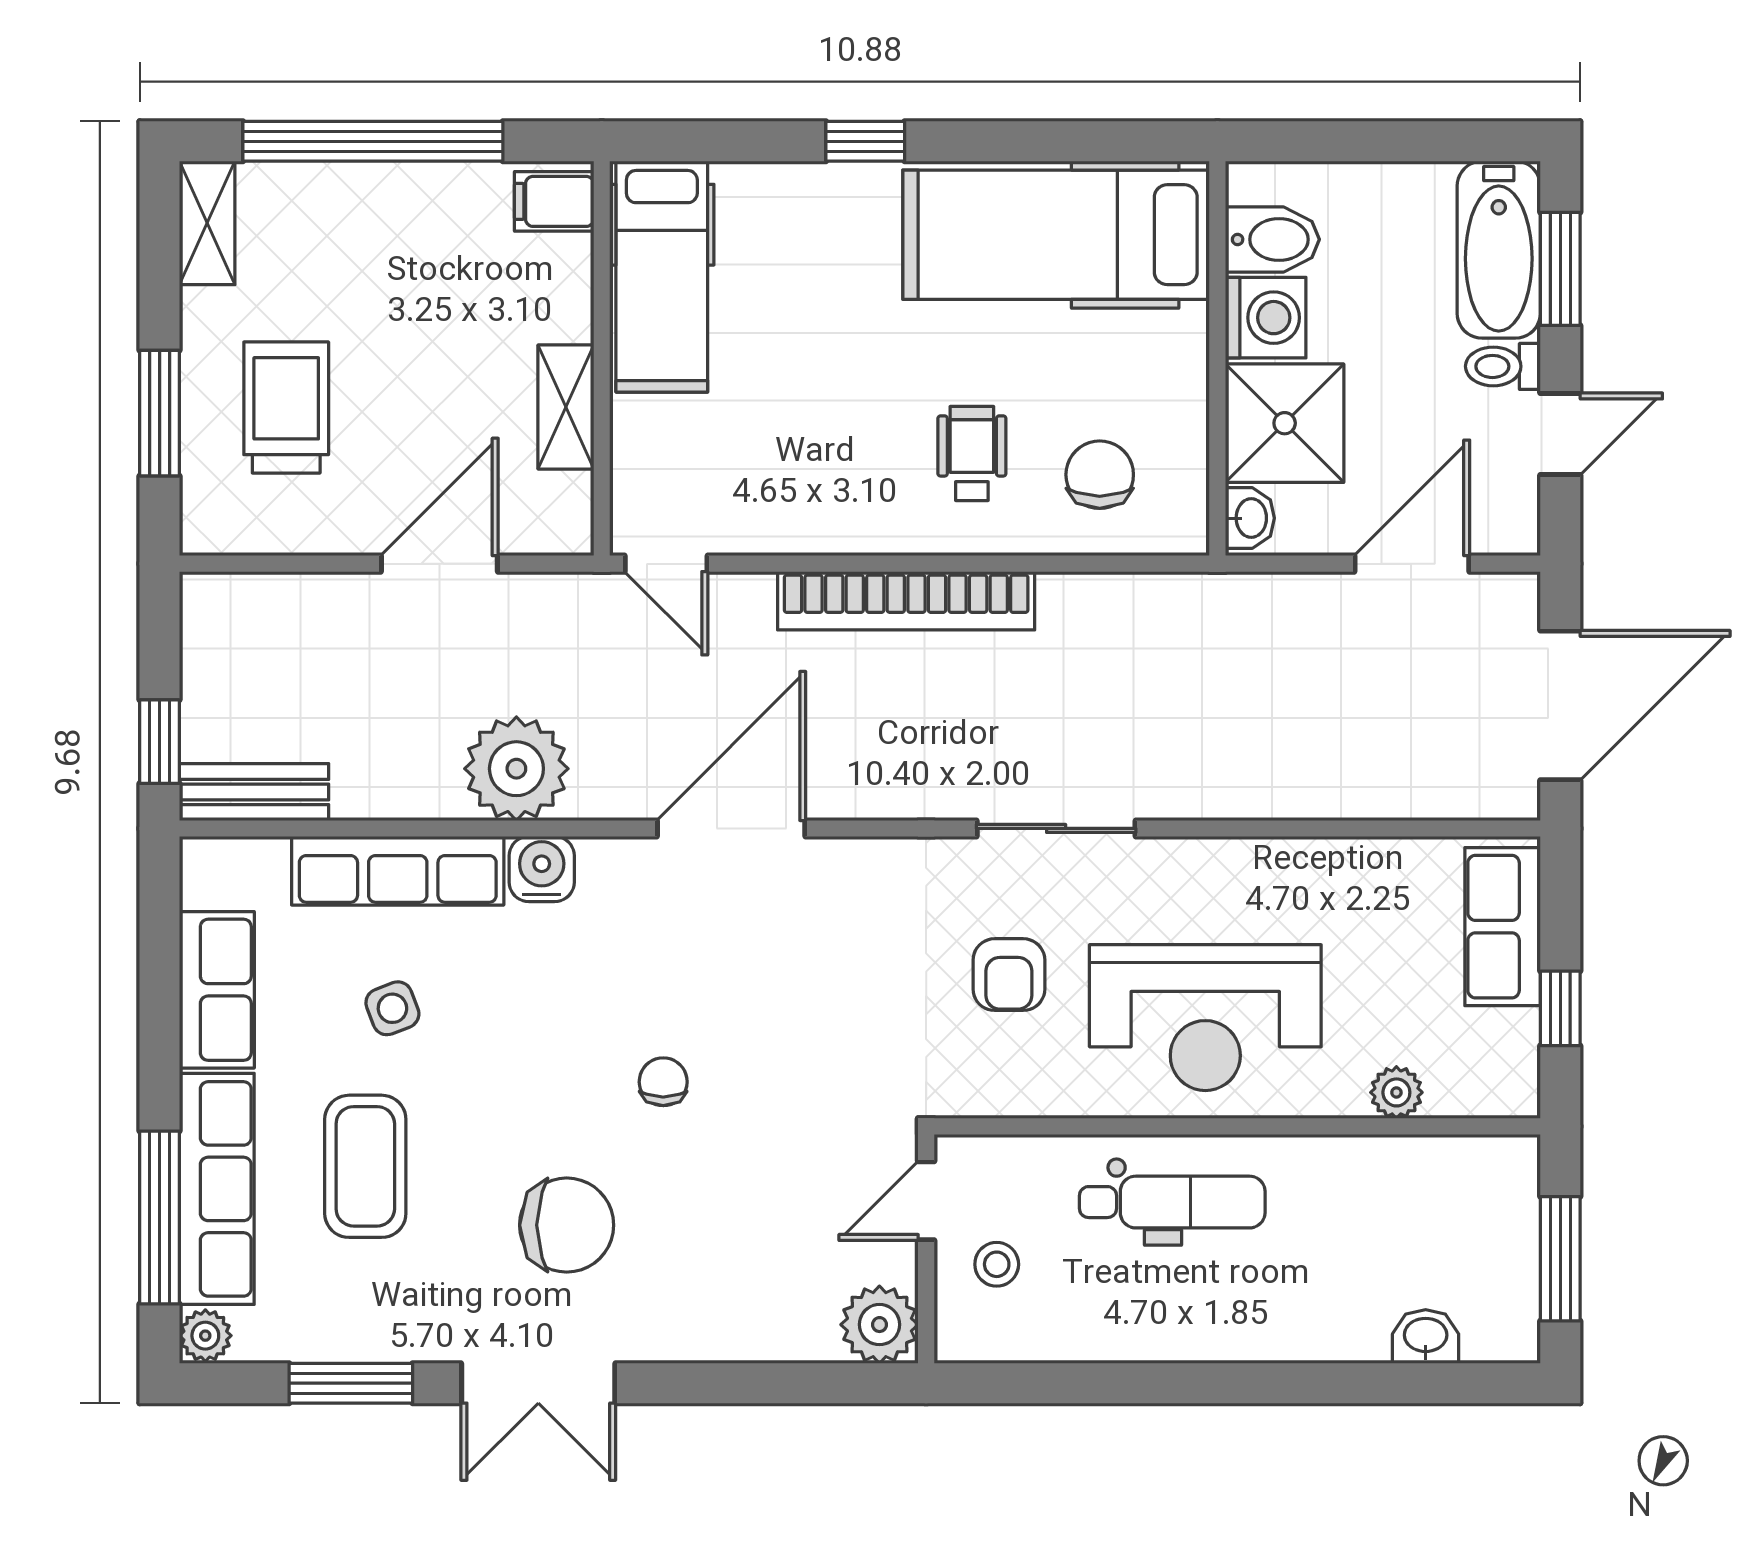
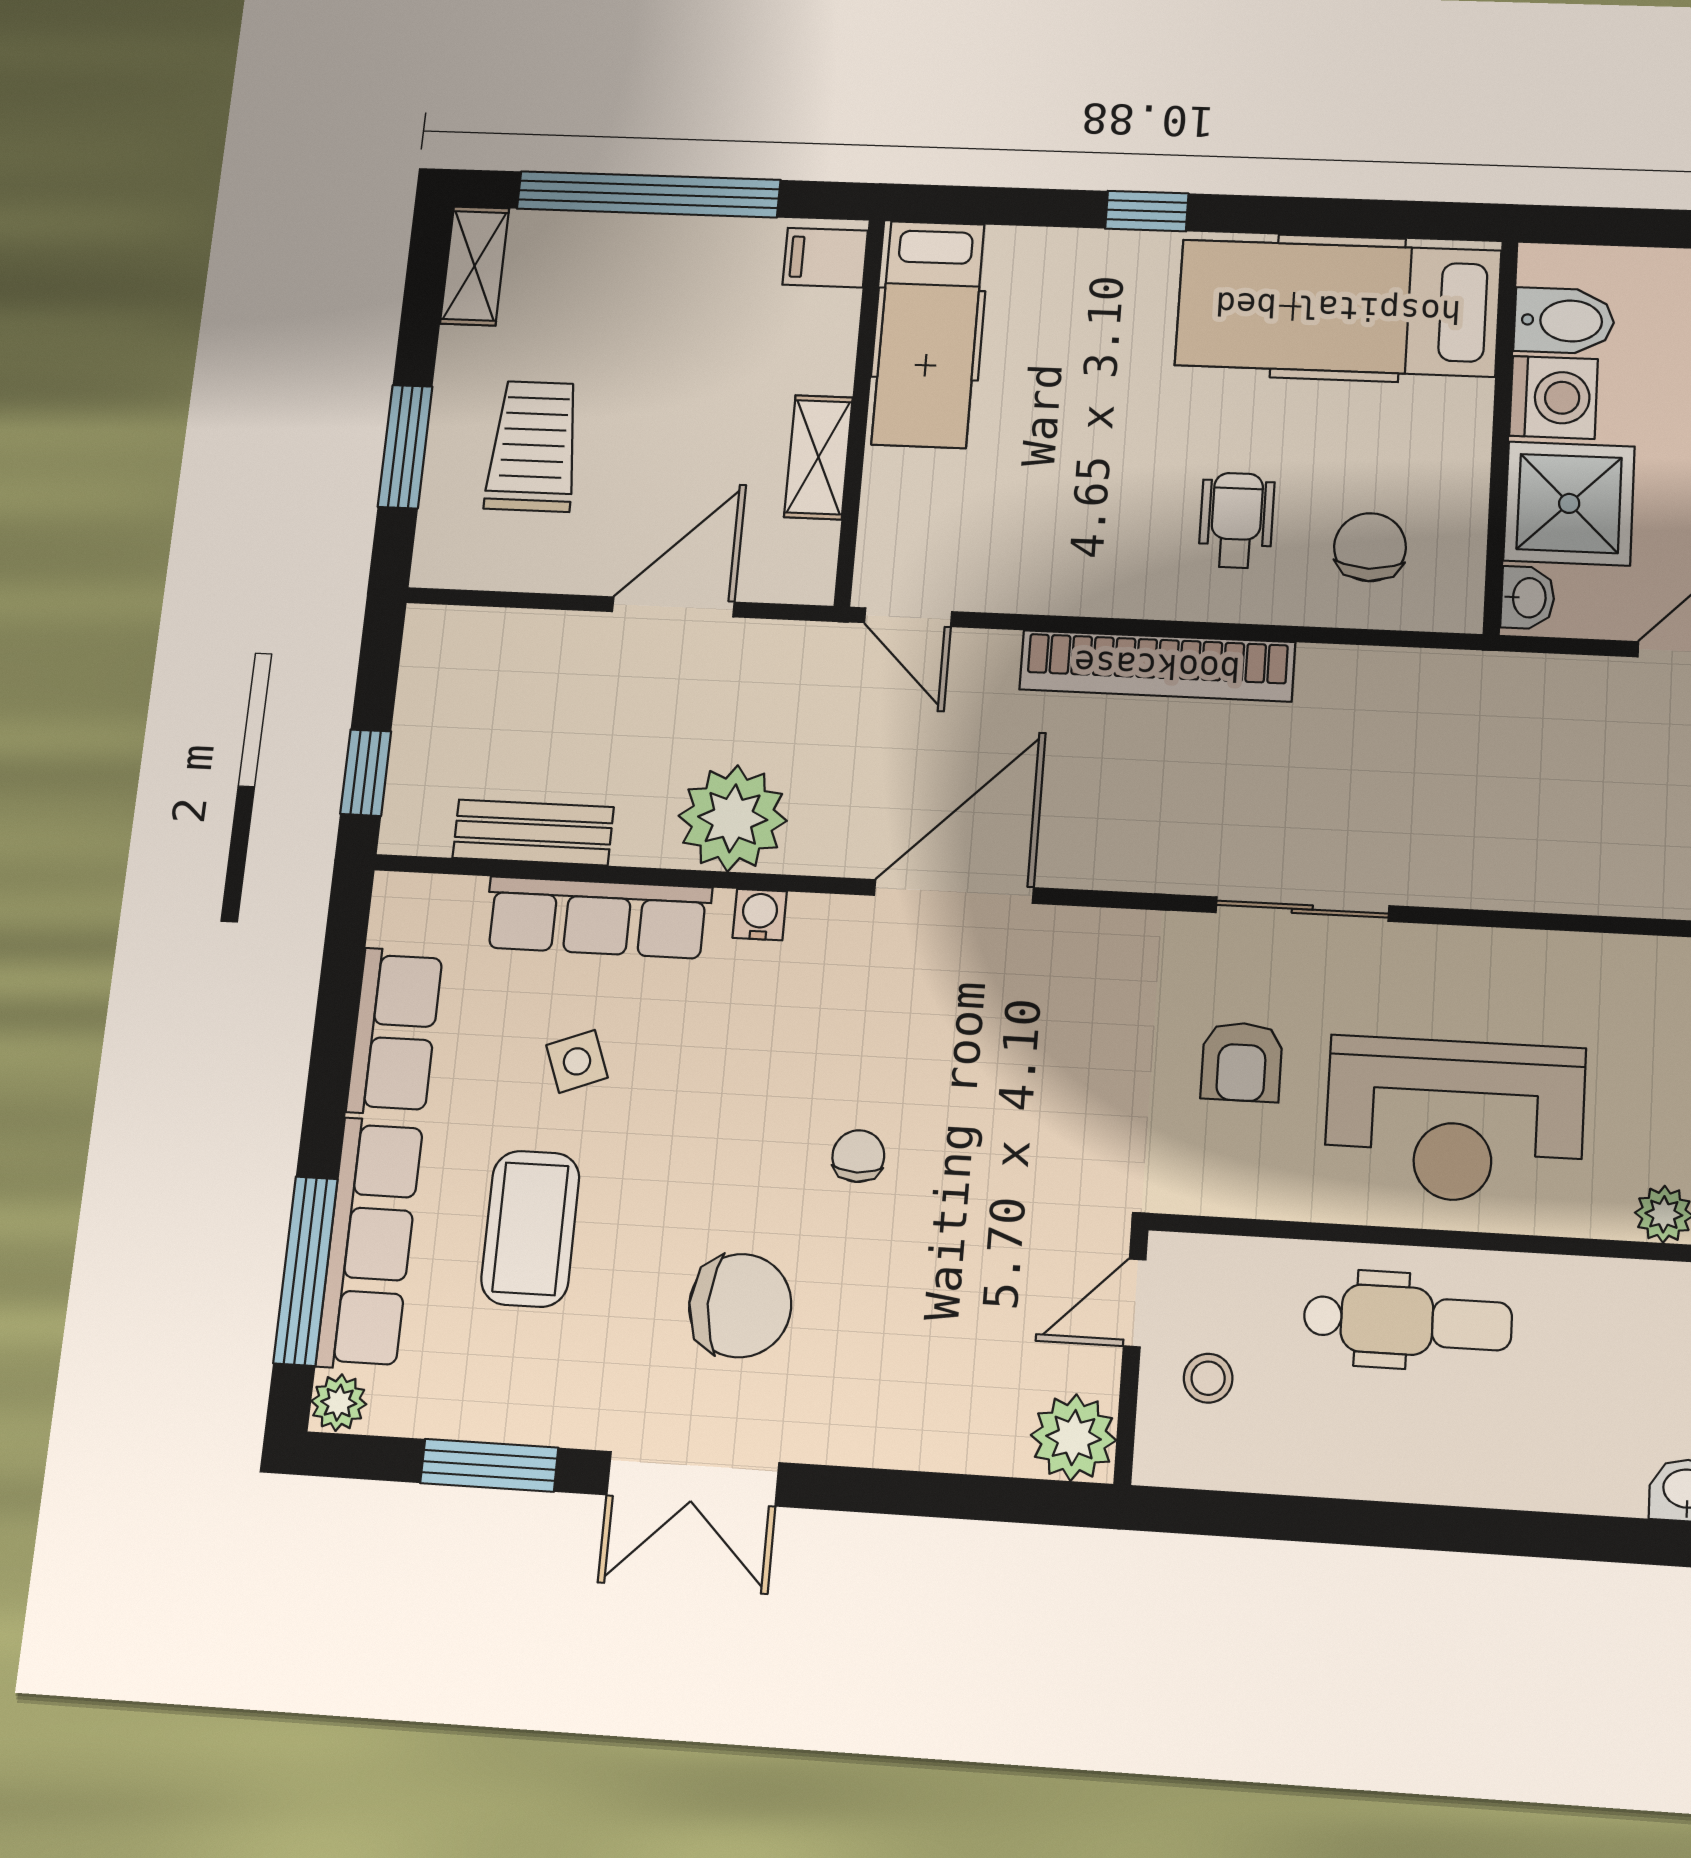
bench: (254, 792) -> (533, 833), moved
water cooler: (542, 869) -> (760, 915), width x0.72, depth x0.72

